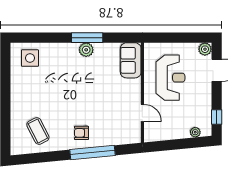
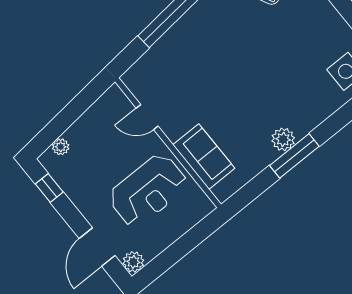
sofa: (131, 60) -> (204, 157), moved
reception desk: (170, 78) -> (148, 191), turned -90
armchair: (81, 133) -> (204, 29), removed

